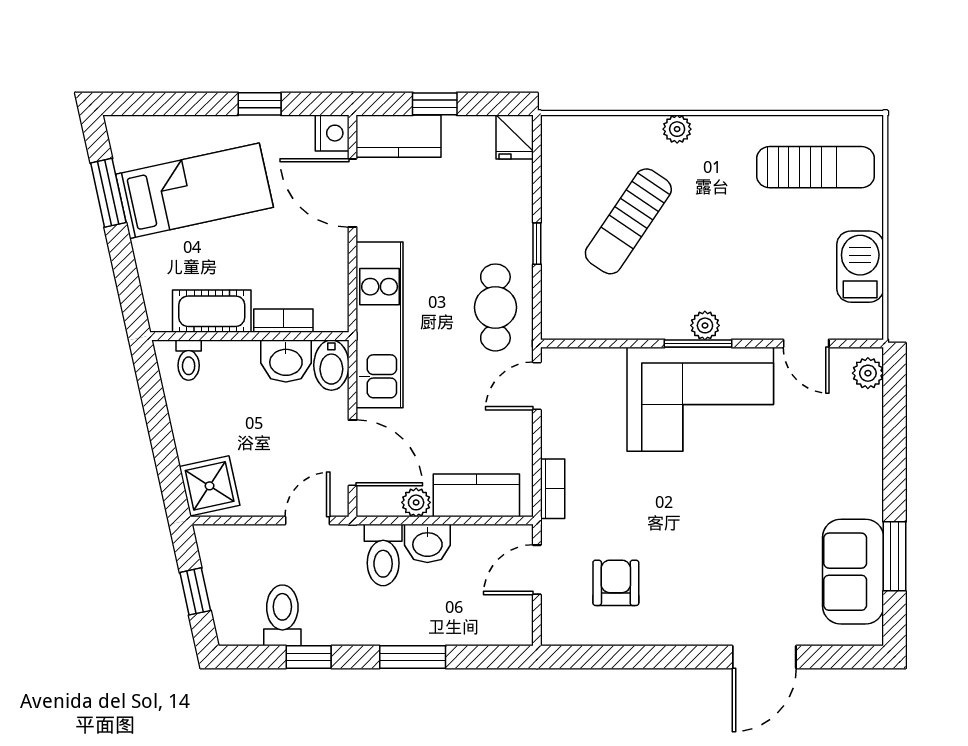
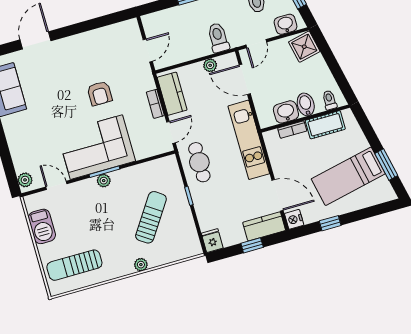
bidet: (331, 365) -> (306, 104), moved
bookcase: (553, 489) -> (155, 104), moved
kitchen counter: (476, 495) -> (172, 94), moved, turned -90
washbasin: (427, 543) -> (286, 24), moved
armchair: (616, 583) -> (100, 93), moved

